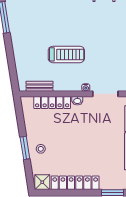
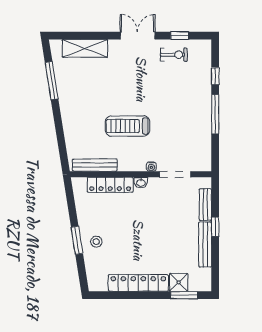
treadmill: (66, 54) -> (128, 126), turned 180
bench: (40, 86) -> (95, 165), width x1.36
shower: (42, 182) -> (179, 282), moved

